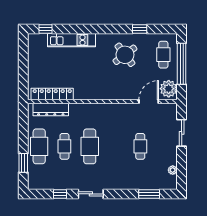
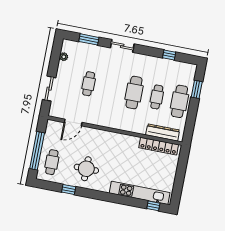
kitchen unit: (72, 40) -> (140, 193), width x1.36
round table: (125, 55) -> (86, 169), turned 37
plant: (169, 89) -> (53, 131), removed
sliding door: (91, 194) -> (122, 46), moved

